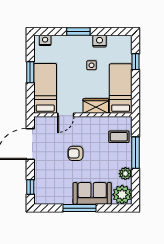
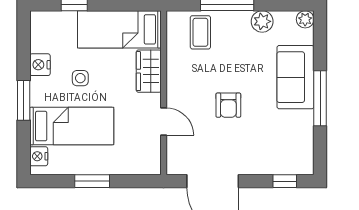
bed: (45, 88) -> (72, 126), moved, turned 180
plant: (122, 195) -> (305, 19), width x0.53, depth x0.53

